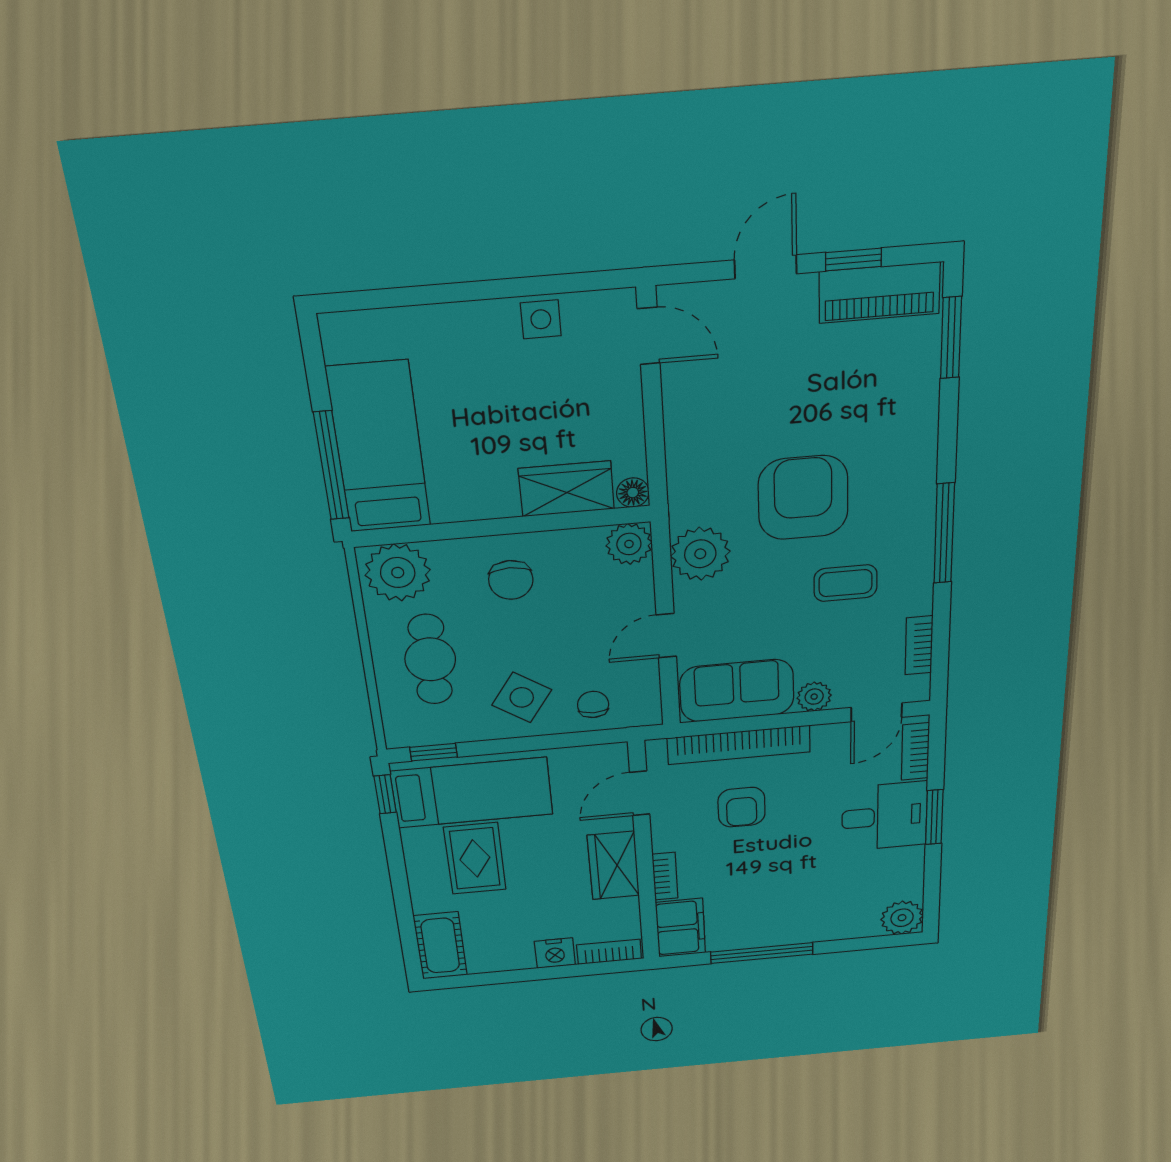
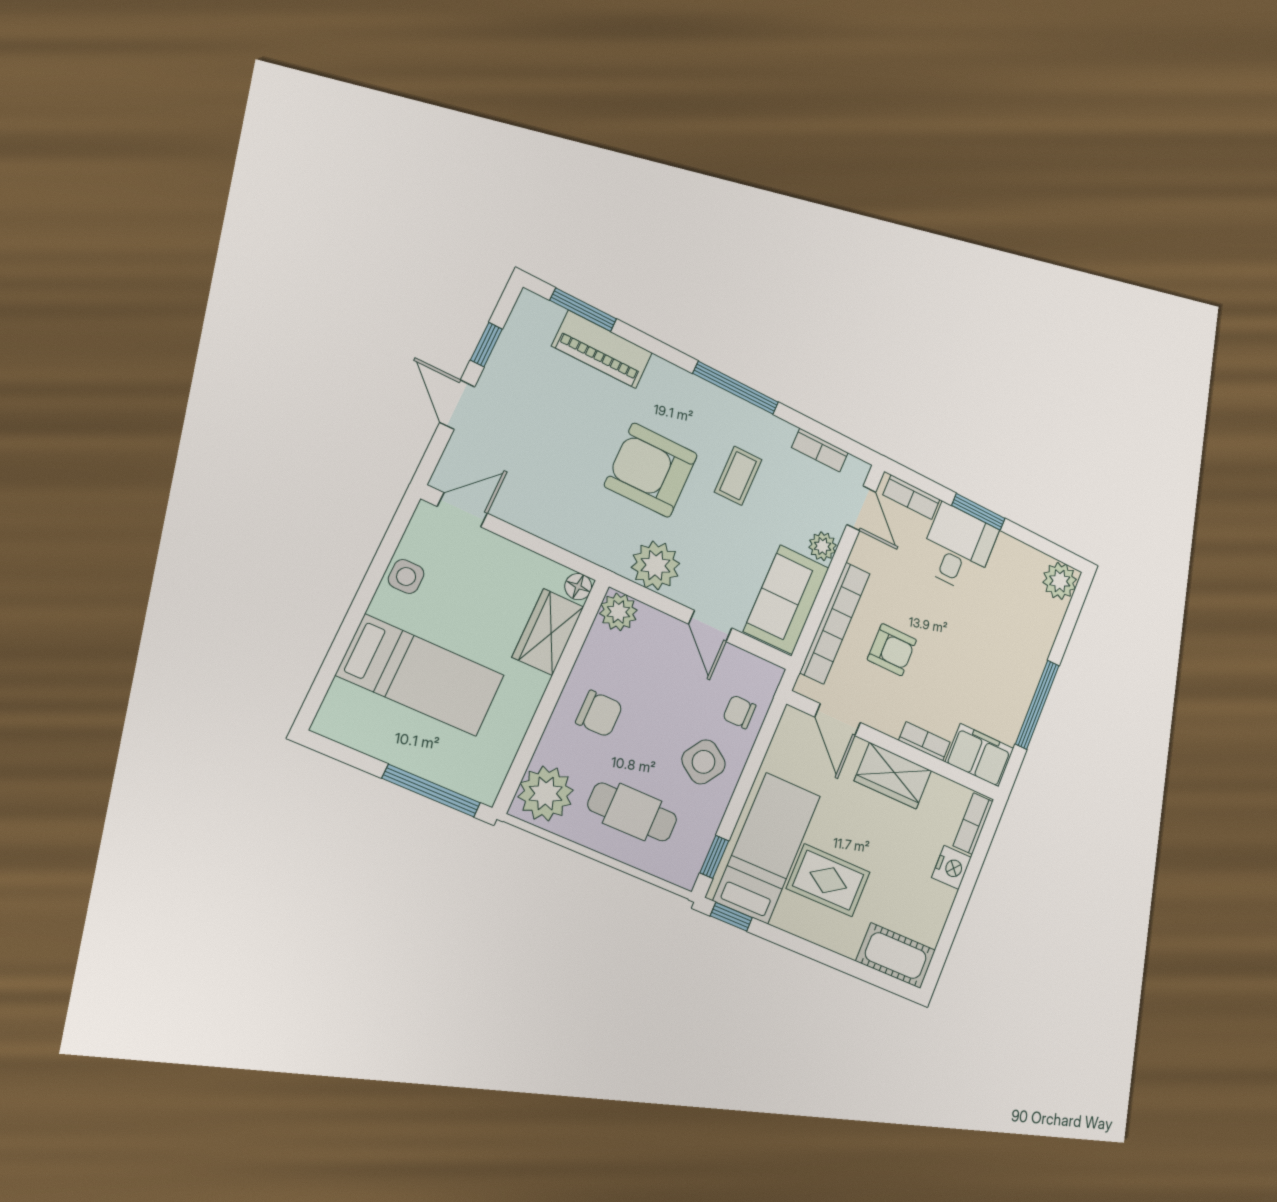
piano: (879, 293) -> (602, 349), moved, turned 90
bed: (379, 448) -> (421, 675), moved, turned 180

